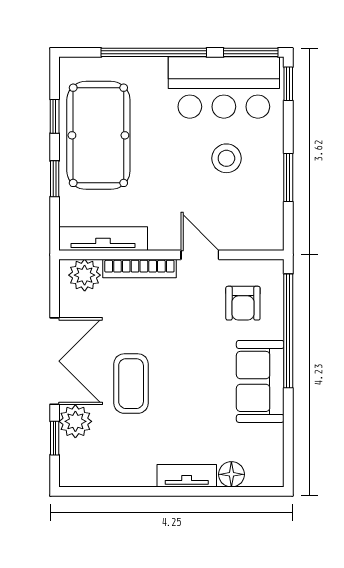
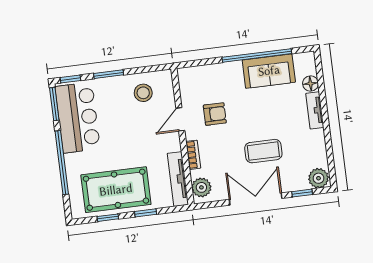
stool: (226, 158) -> (143, 93), moved
window: (288, 177) -> (109, 74), moved
bookcase: (139, 268) -> (193, 155), width x0.64
armchair: (243, 303) -> (215, 114), moved
window: (288, 331) -> (257, 55), moved
sofa: (260, 381) -> (269, 71), moved
plant: (75, 421) -> (318, 178), moved

